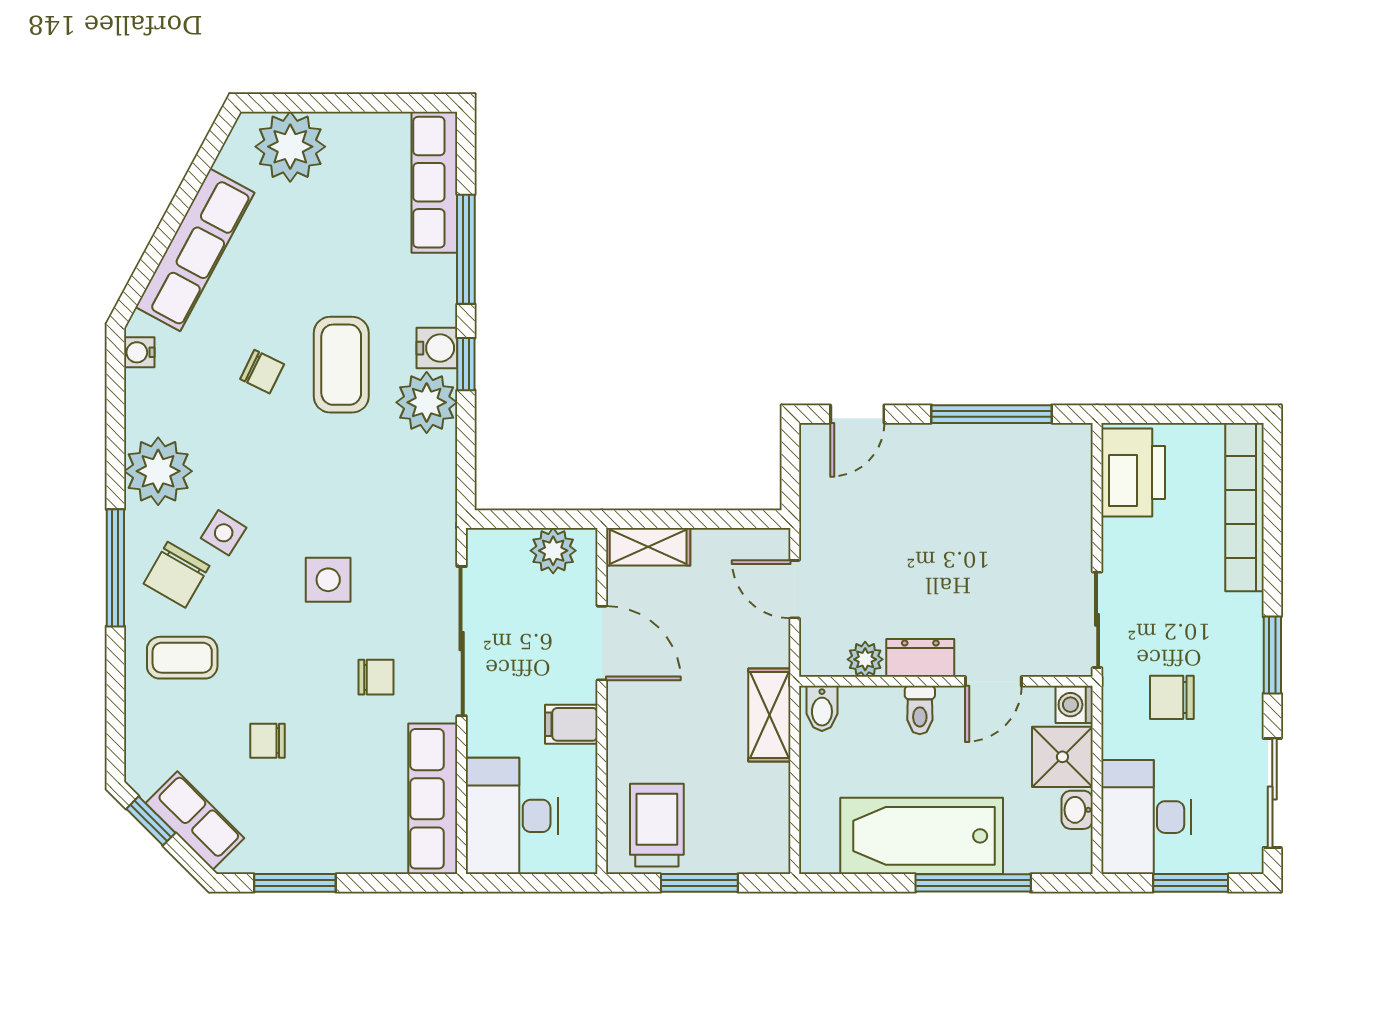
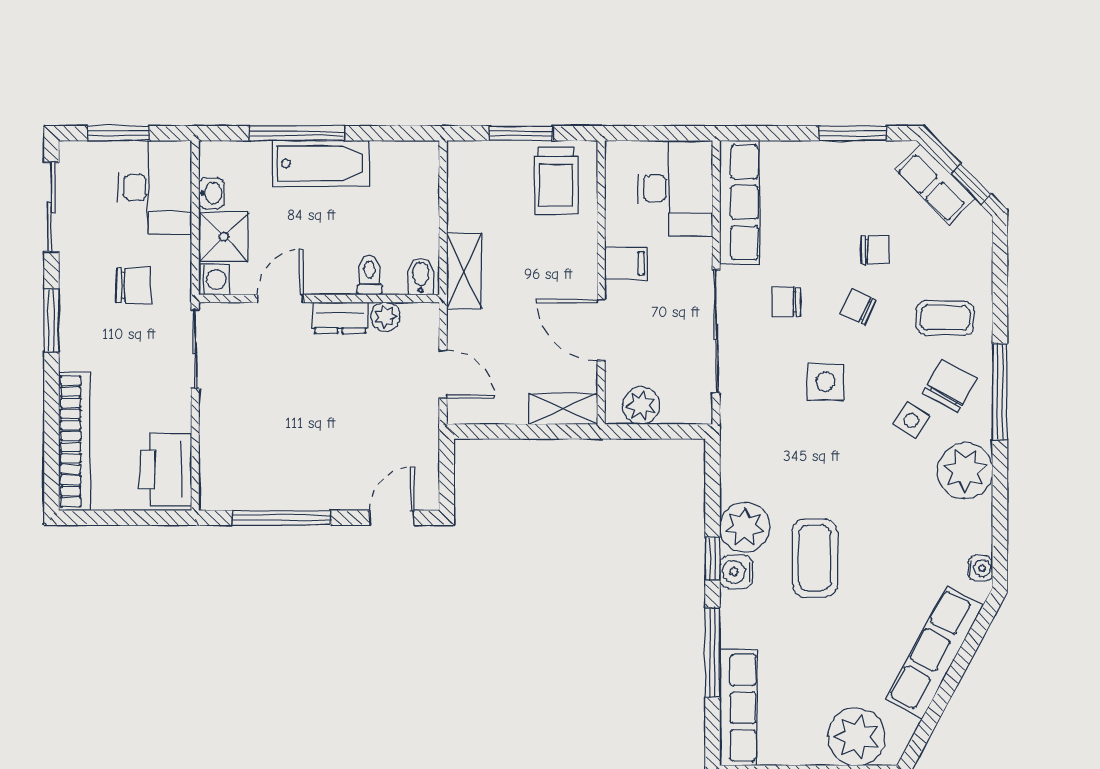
chair: (262, 372) -> (858, 307), moved
toilet: (920, 710) -> (370, 275), moved
bathtub: (922, 836) -> (321, 163), width x0.73, depth x0.73

